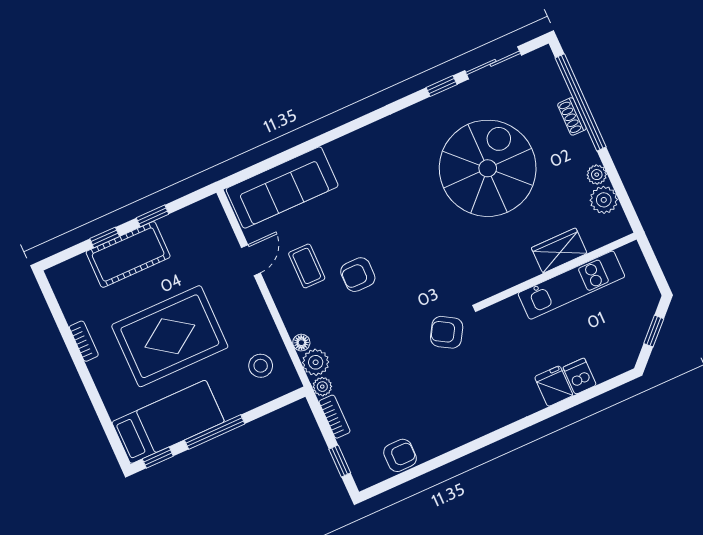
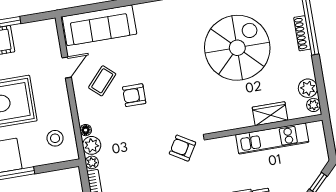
shoe rack: (572, 116) -> (302, 33), width x1.43
plant: (597, 175) -> (313, 105), moved
coffee table: (307, 266) -> (102, 81), turned 42

